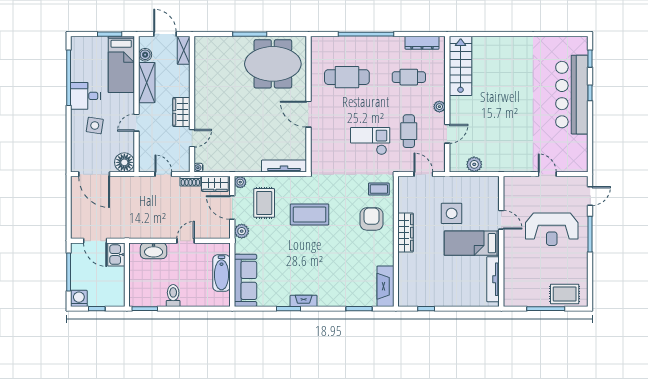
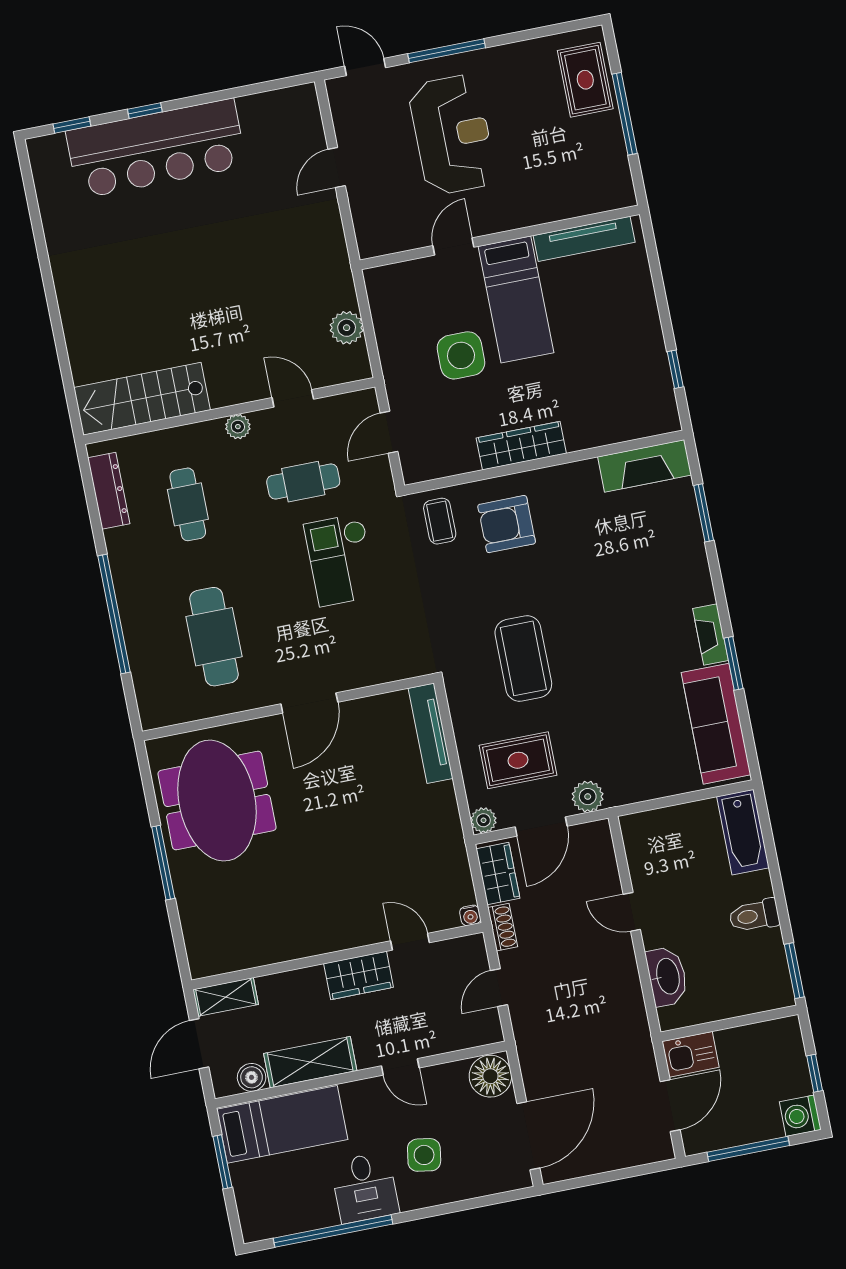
bathtub: (221, 273) -> (743, 832), moved, turned 90
sofa: (245, 280) -> (716, 724), moved, turned -90

